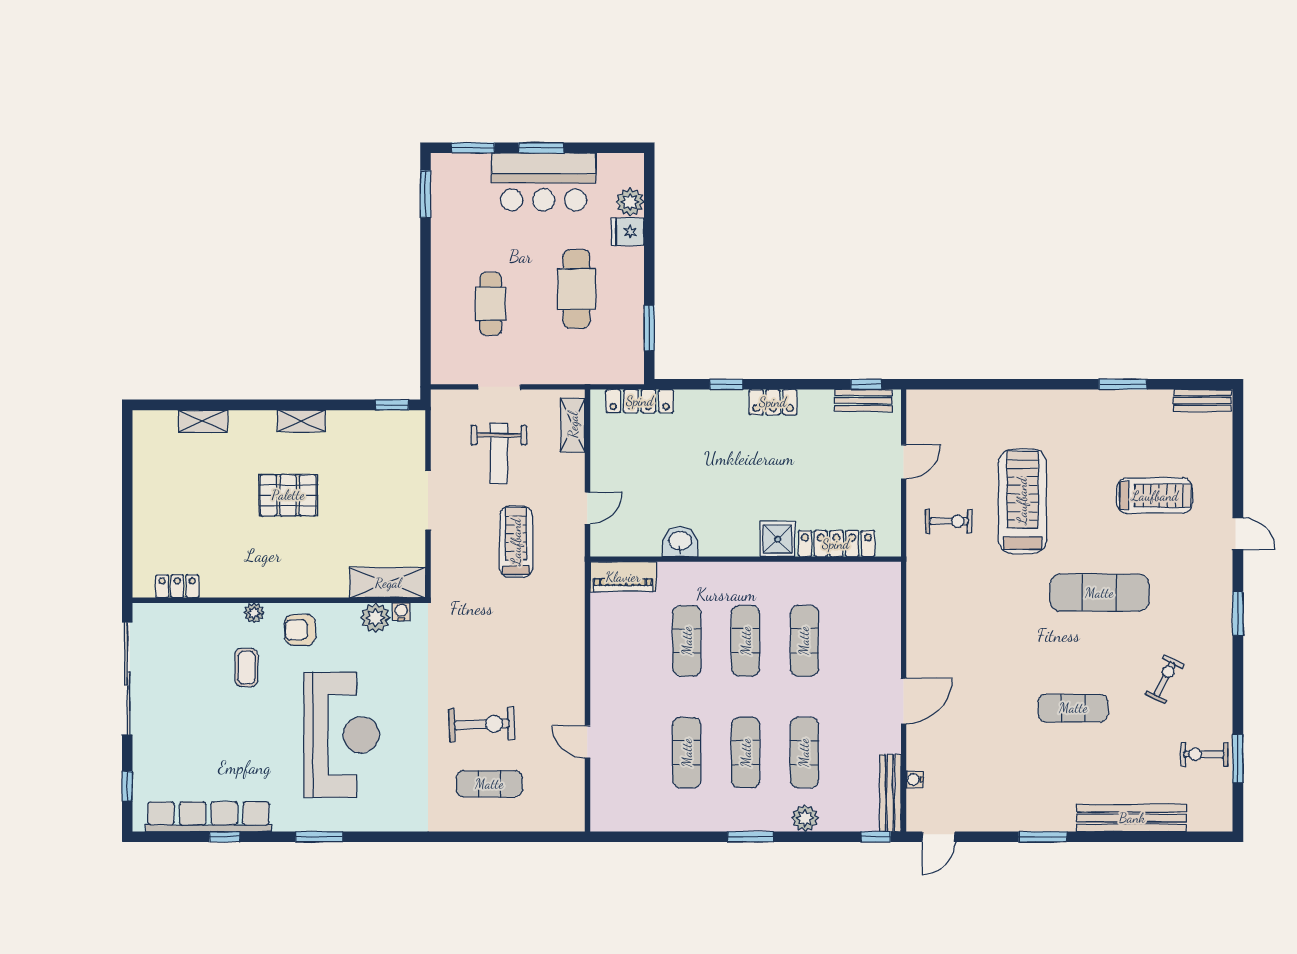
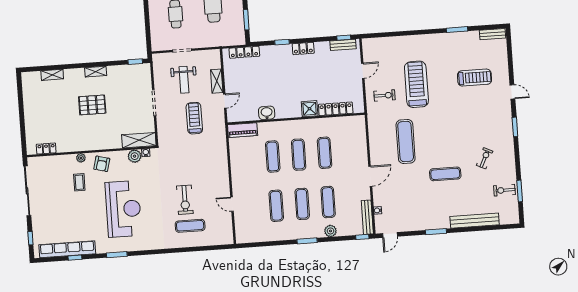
shelving: (573, 425) -> (217, 81), moved
exercise mat: (1099, 593) -> (406, 142), moved, turned 90
armchair: (300, 630) -> (102, 164), turned -75
exercise bike: (482, 724) -> (185, 200), turned 92

